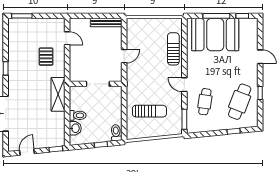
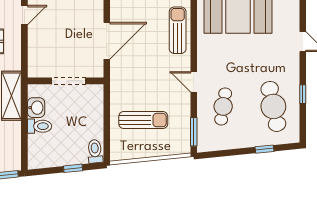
door: (67, 38) -> (24, 15), hinge flipped
door: (124, 56) -> (107, 41), width x1.87
cafe table: (240, 102) -> (273, 106), turned -33
washbasin: (75, 128) -> (36, 108), moved

